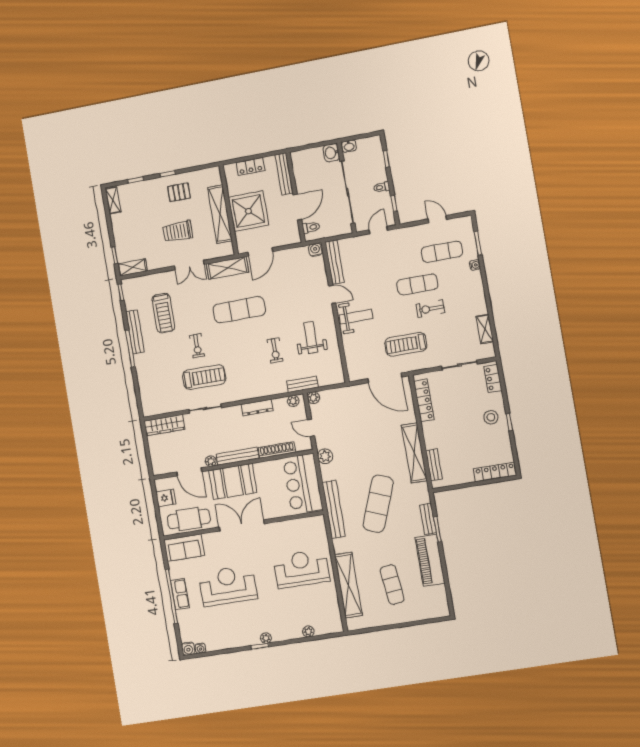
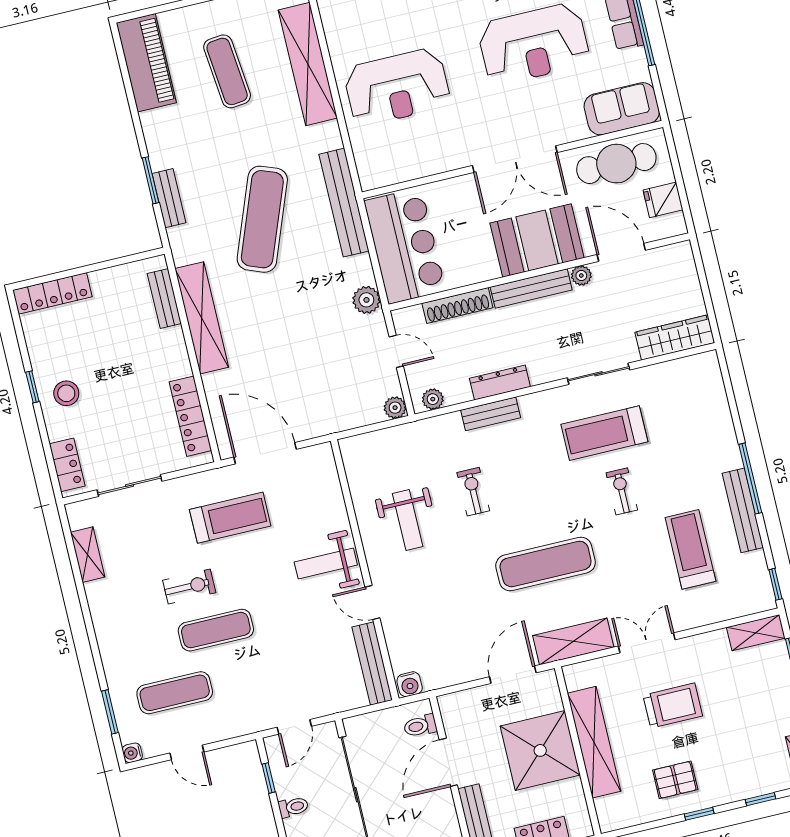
water cooler: (475, 265) -> (132, 753), moved
bench: (303, 384) -> (491, 414), moved
piano: (430, 560) -> (146, 63), moved

